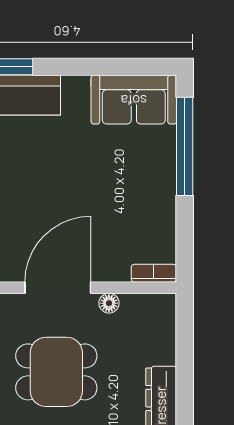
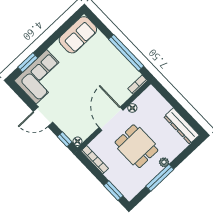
window: (185, 146) -> (126, 53), moved
dining table: (56, 372) -> (136, 146), turned 90

